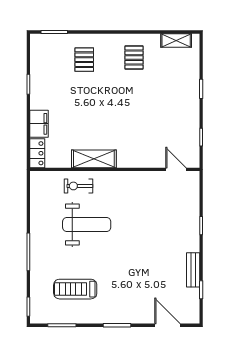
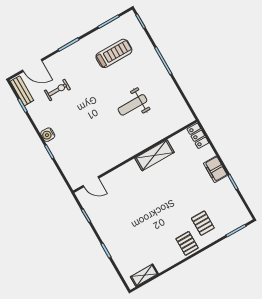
pallet: (134, 58) -> (187, 243), moved
filing cabinet: (39, 124) -> (215, 169), moved
exercise bike: (78, 186) -> (57, 90), moved
weight bench: (87, 224) -> (132, 105), width x0.73, depth x0.75
water cooler: (192, 244) -> (48, 135), added
bench: (193, 270) -> (22, 91), moved

